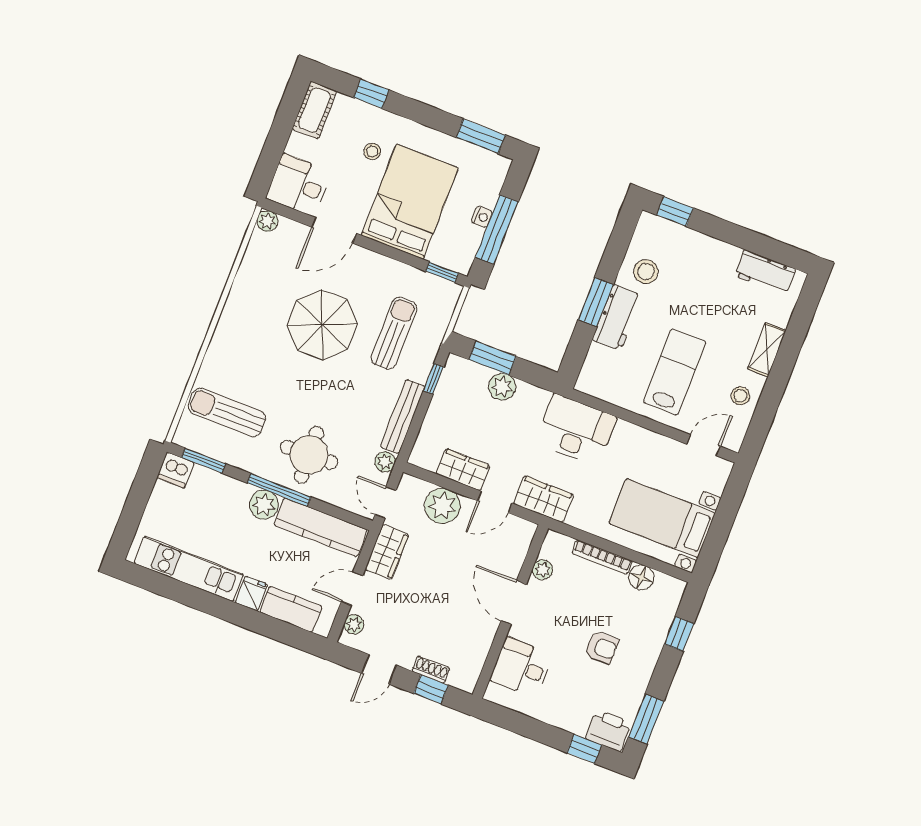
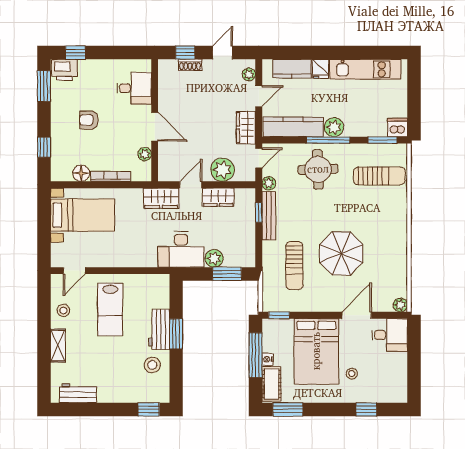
cot: (314, 110) -> (271, 384), moved
window: (434, 379) -> (259, 212), moved
desk: (576, 430) -> (181, 249), moved
door: (386, 502) -> (259, 158), hinge flipped

